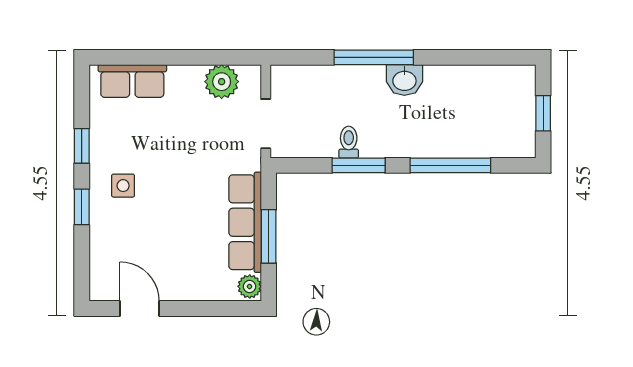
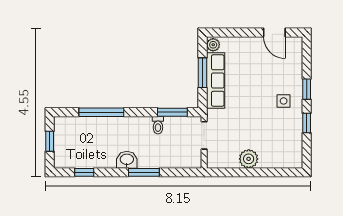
window: (374, 57) -> (144, 172), width x0.69
window: (481, 57) -> (84, 172), added
row of seats: (132, 81) -> (278, 159), removed
plant: (222, 82) -> (249, 159), moved
window: (359, 165) -> (172, 112), moved

